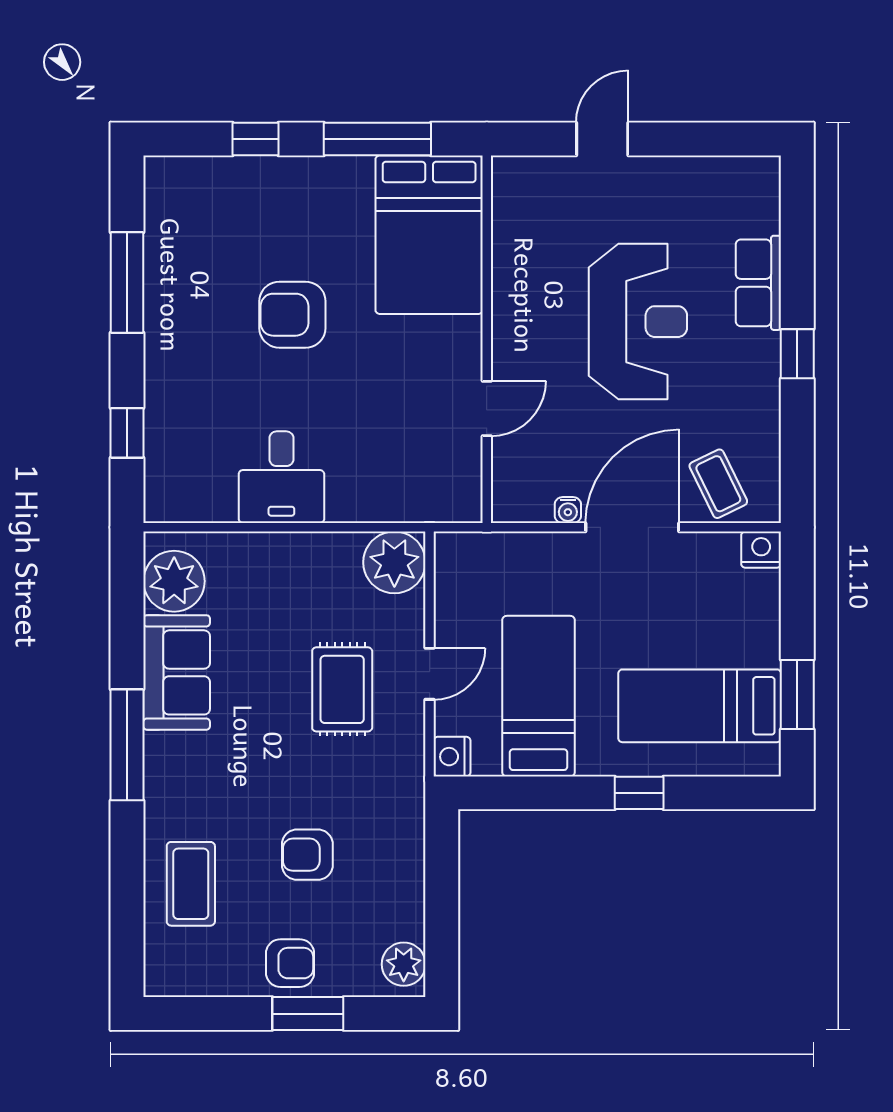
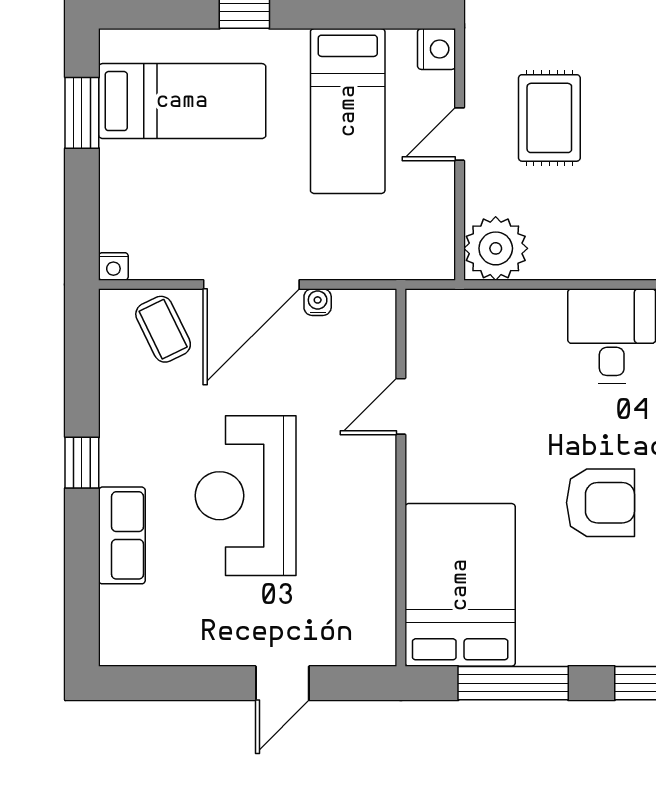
nightstand: (761, 550) -> (113, 266), width x0.72, depth x0.74

